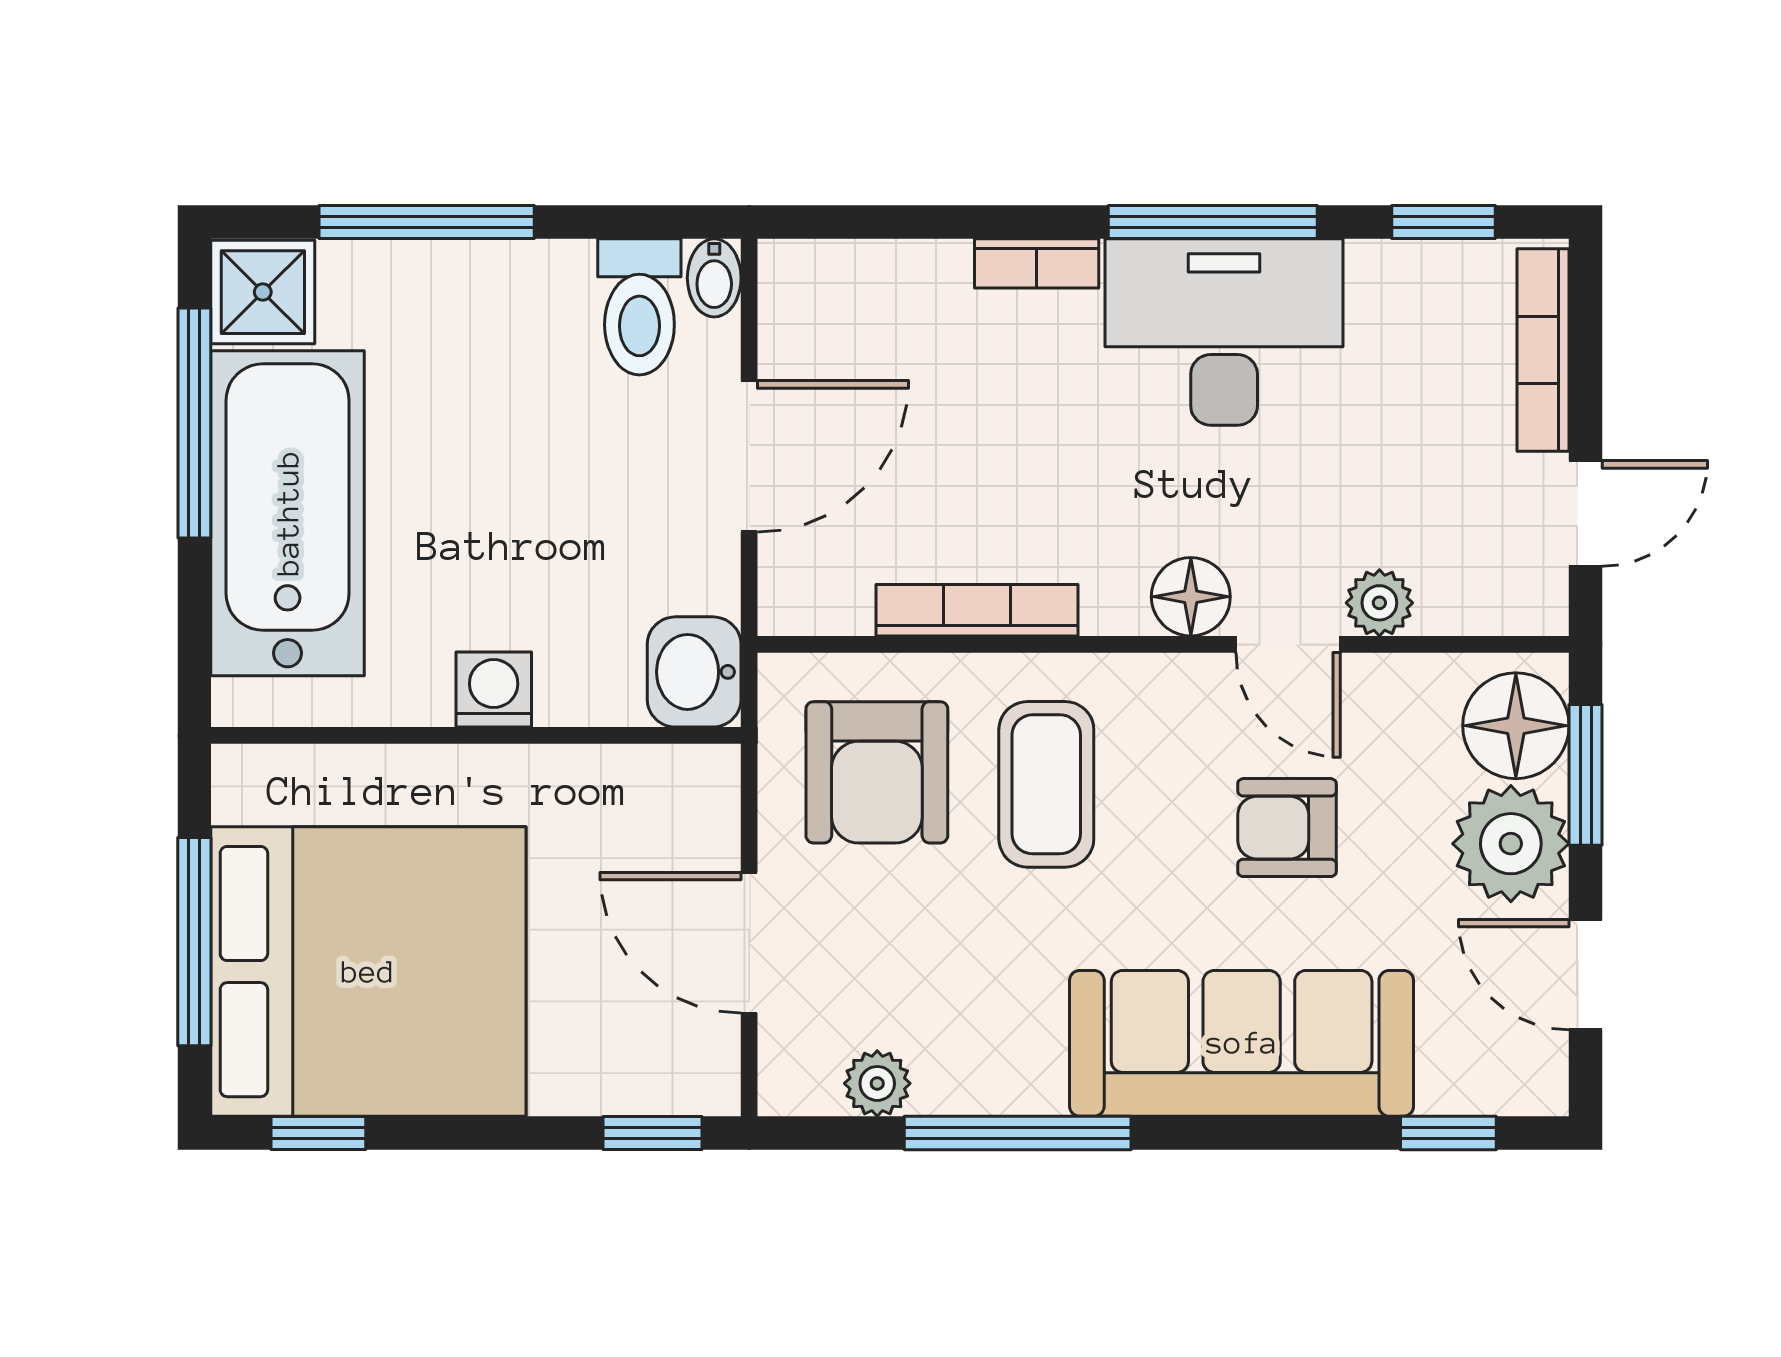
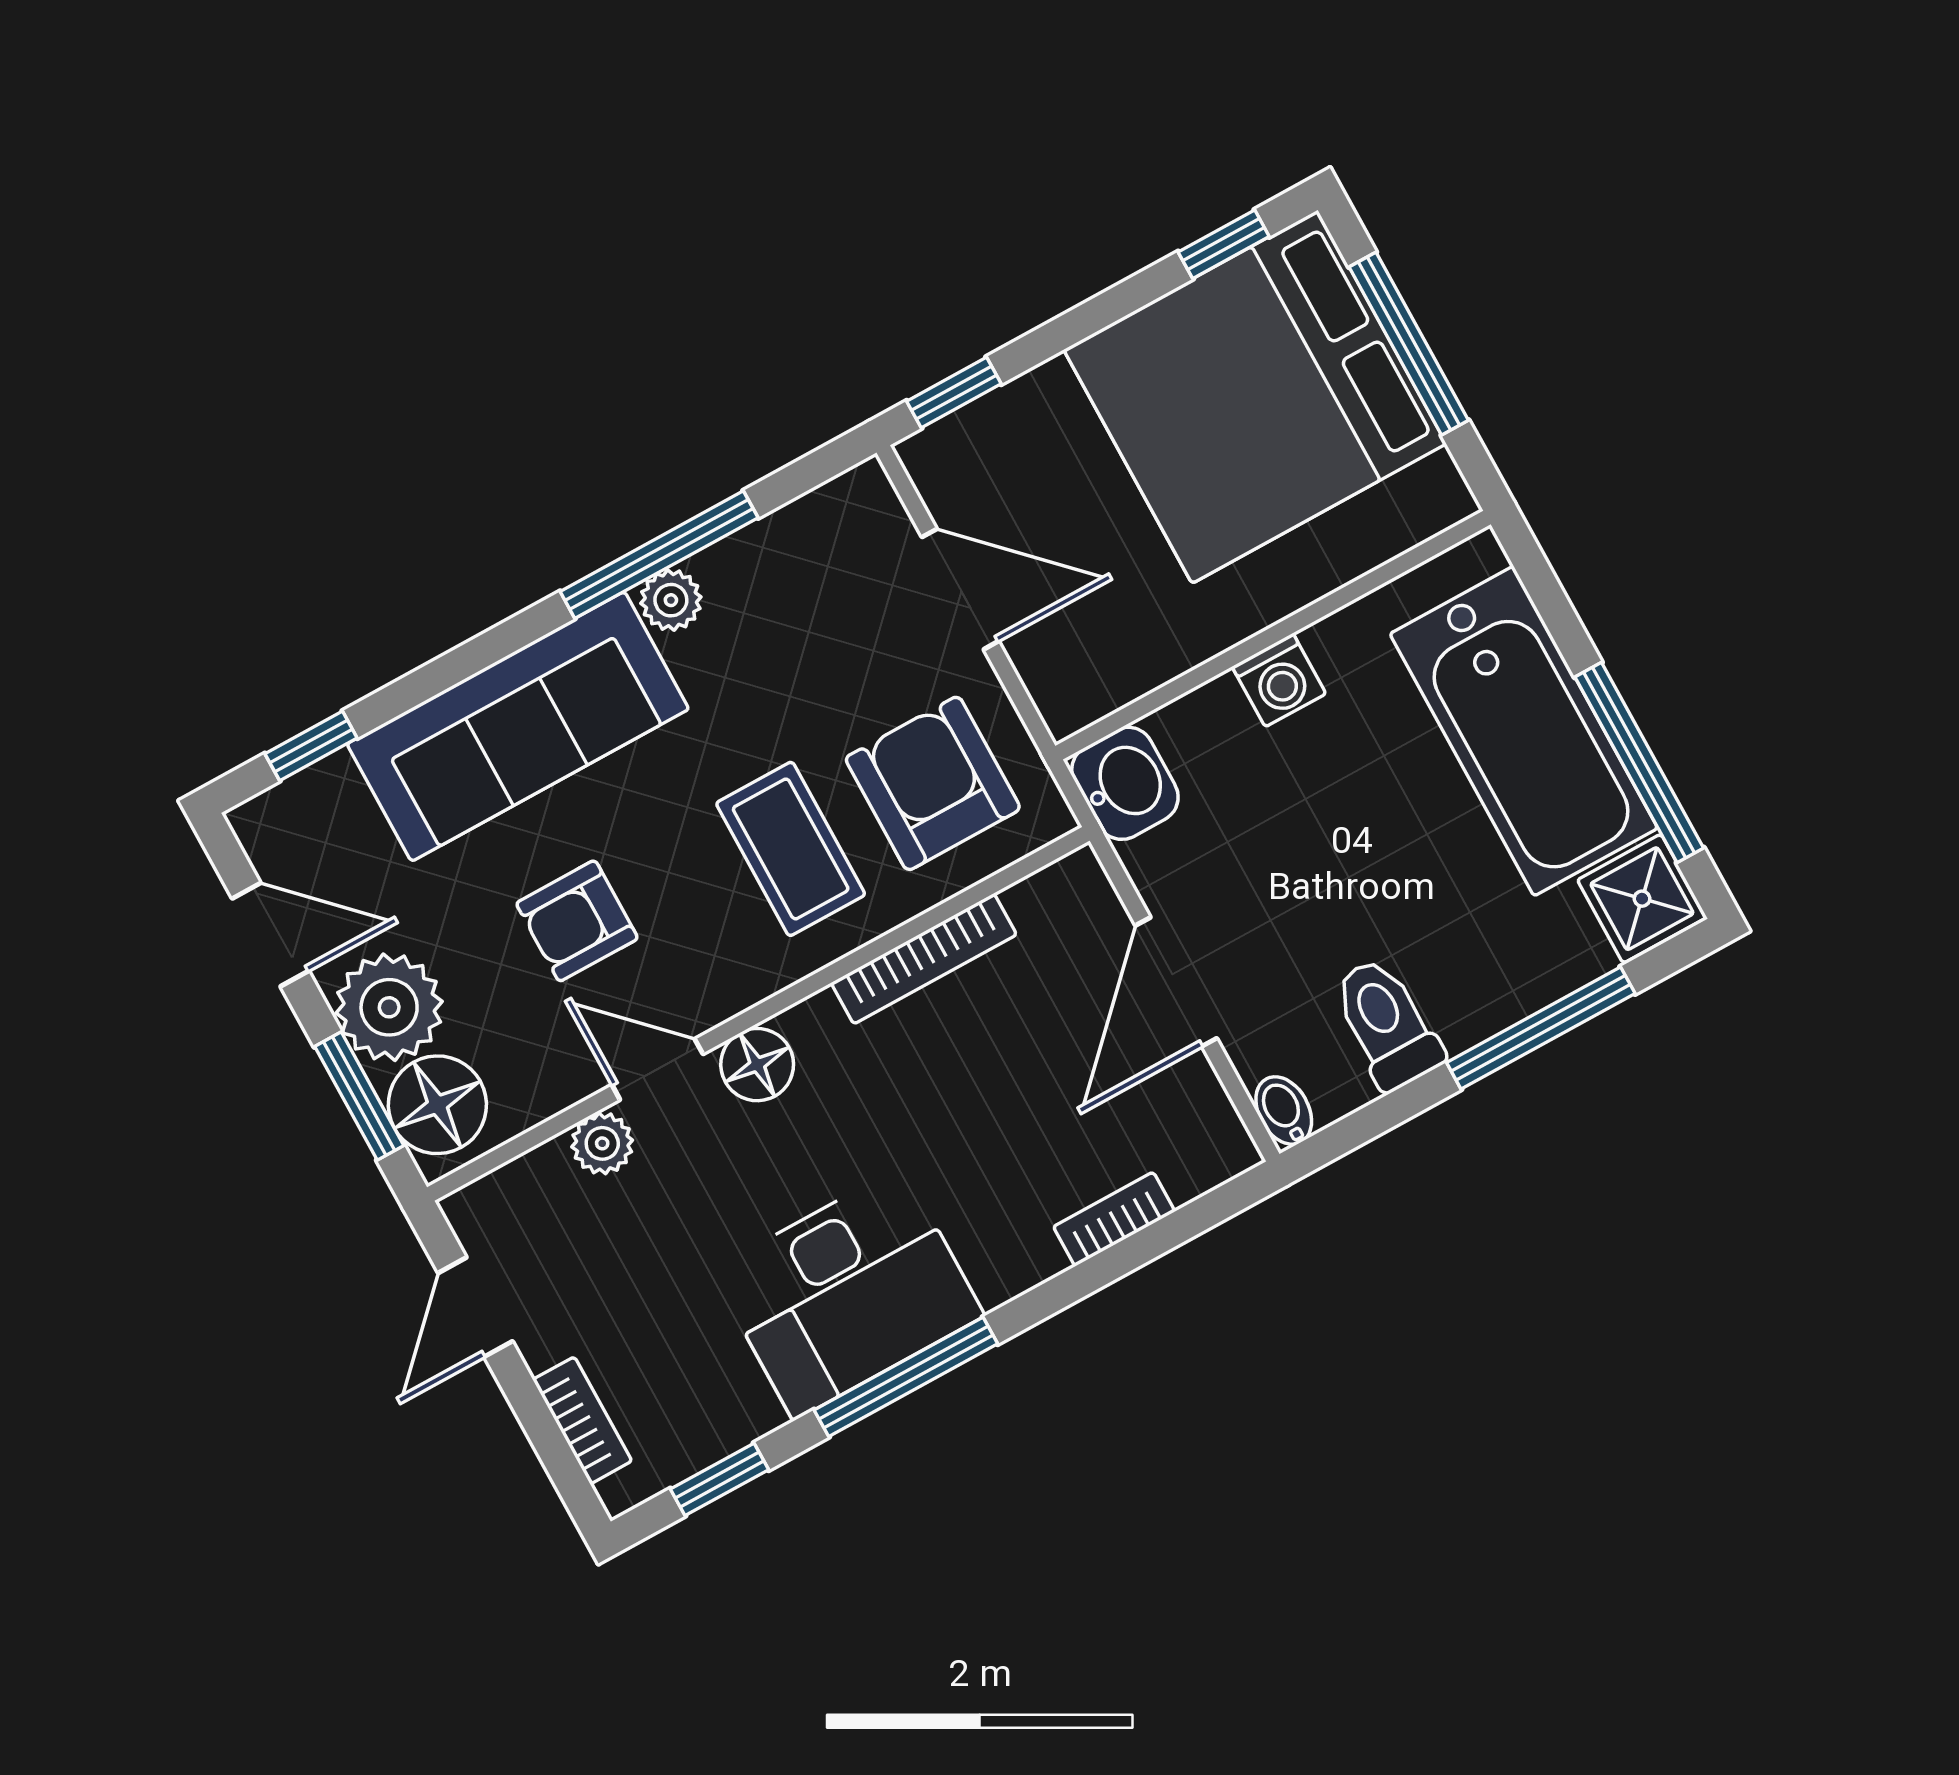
bookcase: (1037, 263) -> (1114, 1219), moved
toilet: (639, 307) -> (1387, 1023), moved
bookcase: (1543, 350) -> (582, 1420), width x0.64
armchair: (1287, 828) -> (577, 921), turned 180
plant: (877, 1083) -> (671, 600), moved

